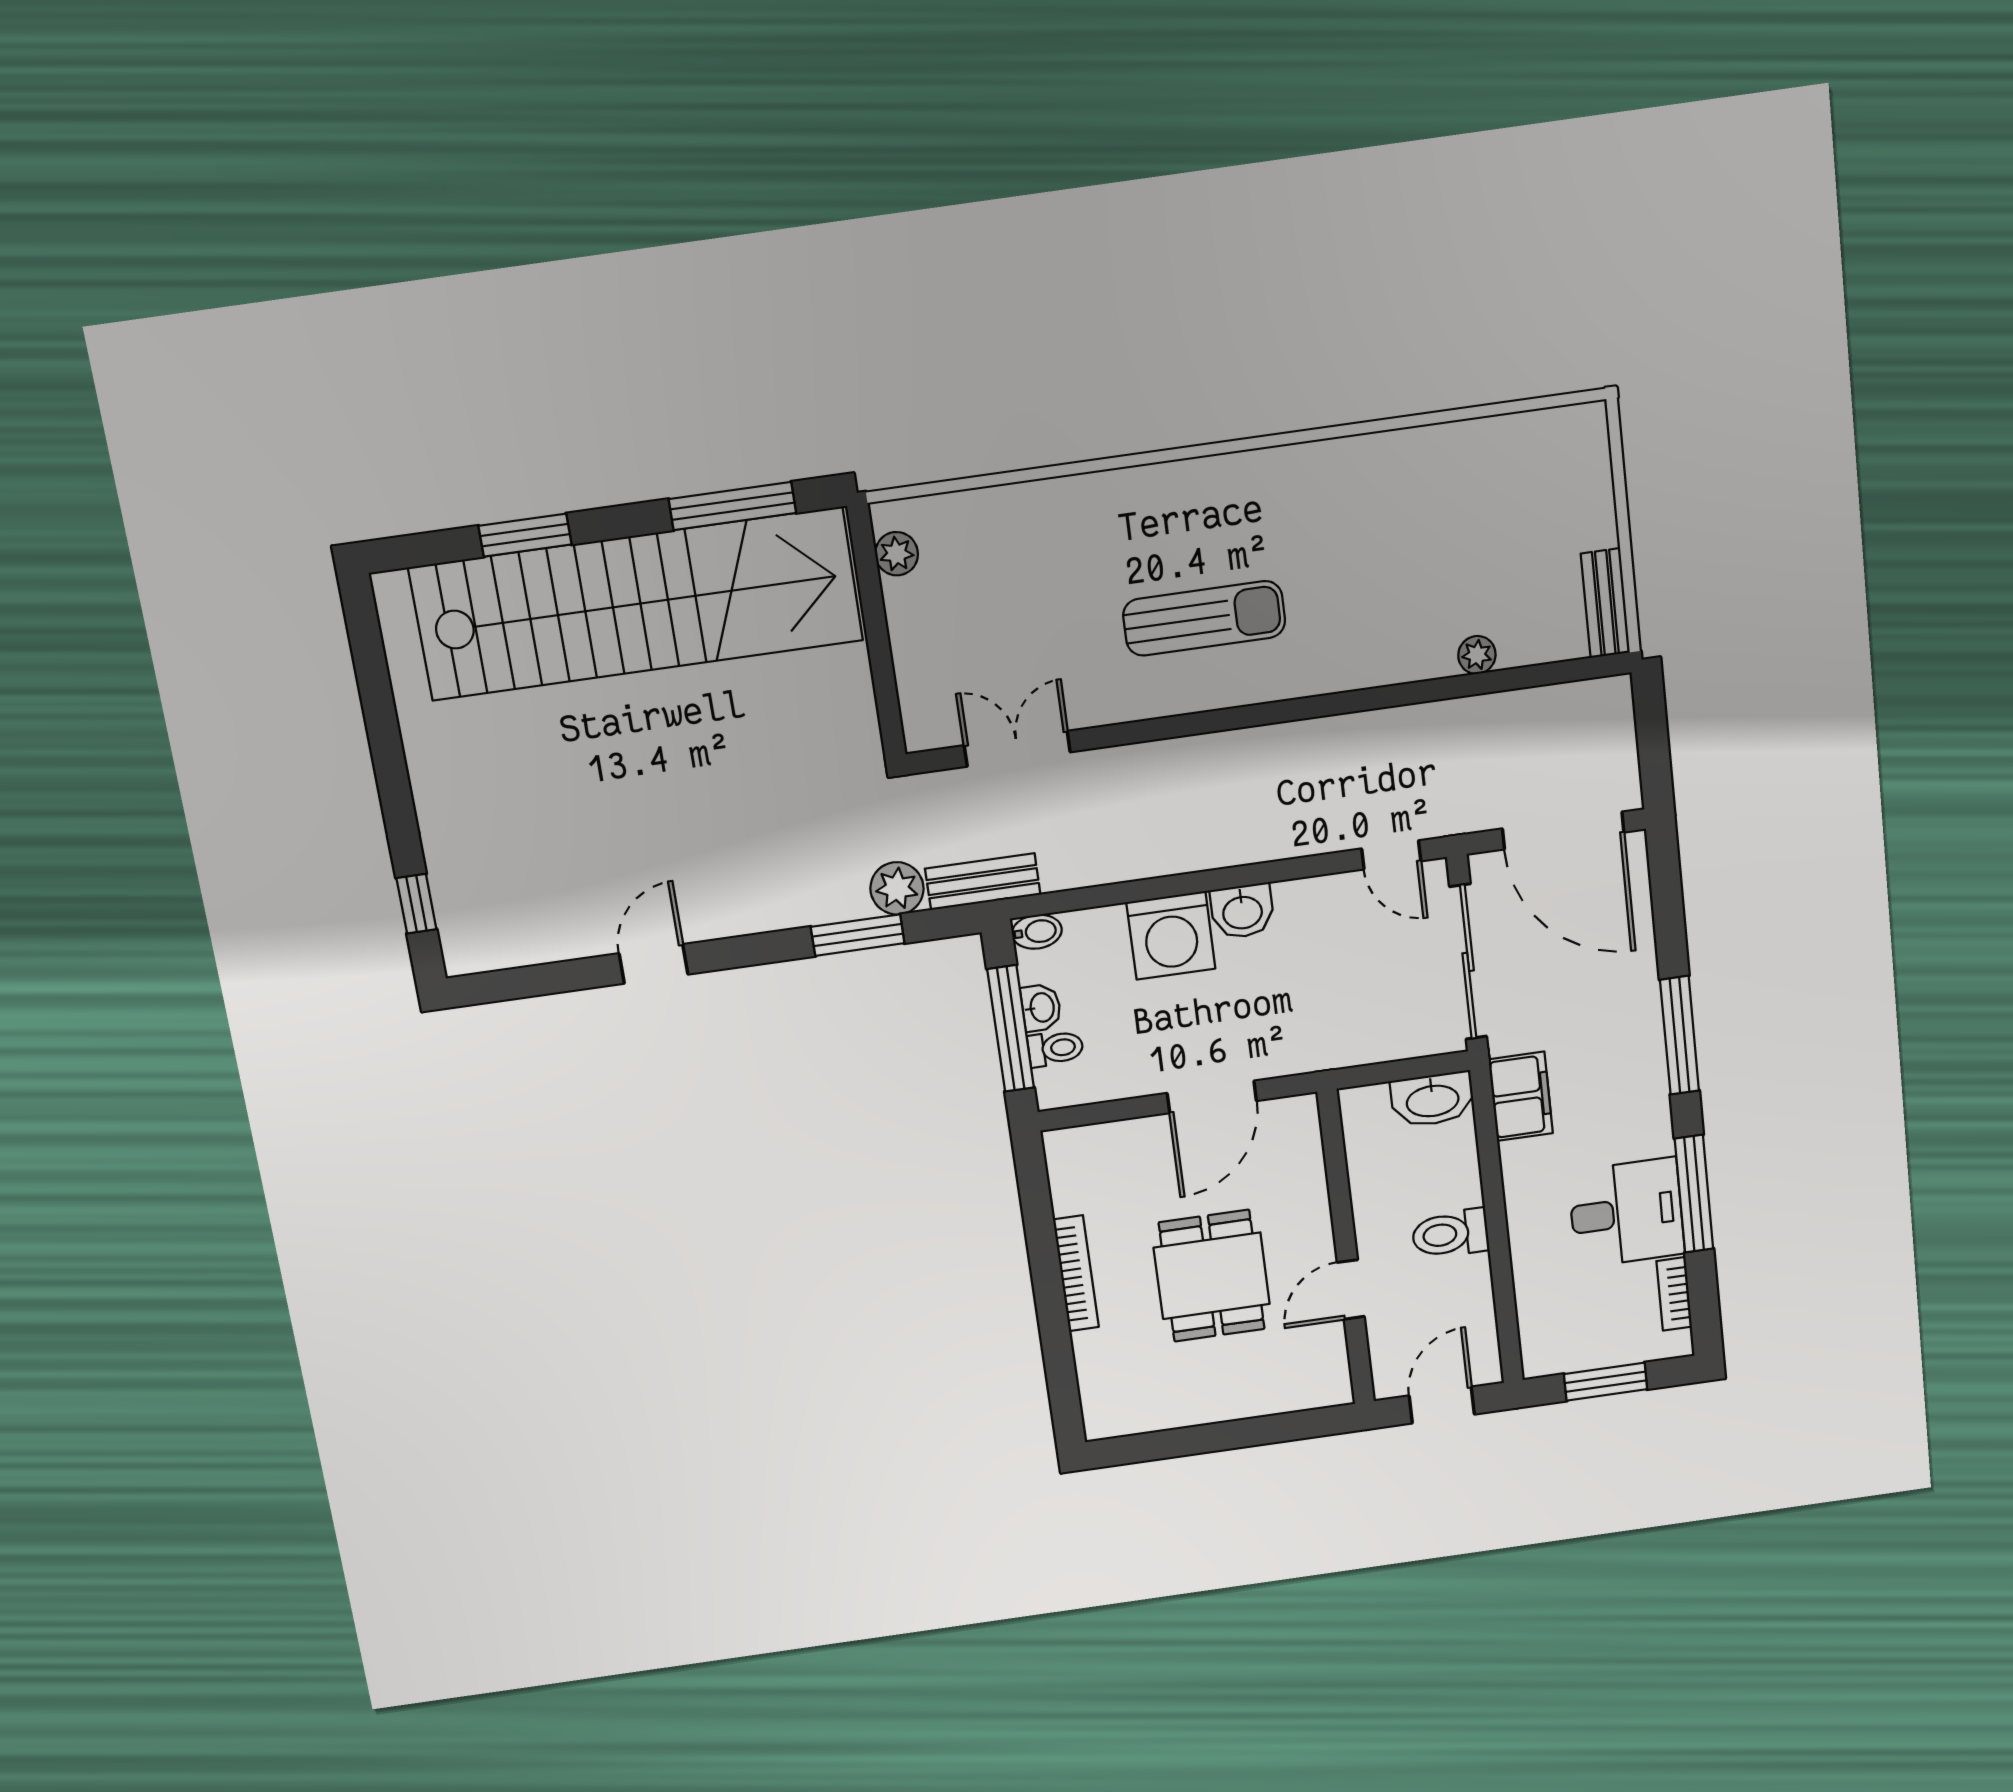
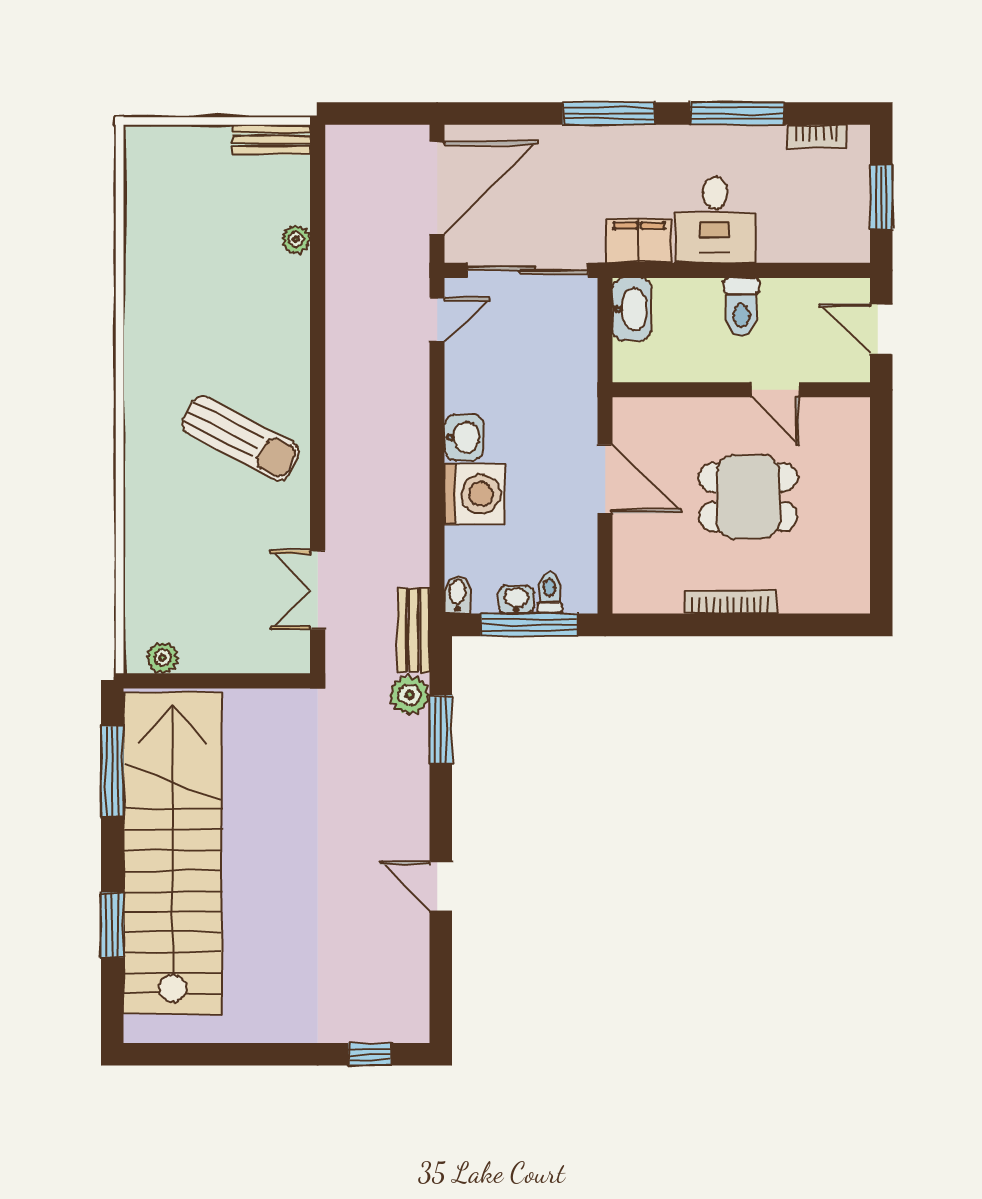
sun lounger: (1204, 618) -> (241, 439), turned 118
desk: (1626, 1213) -> (715, 220), moved, turned 180

